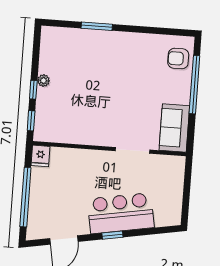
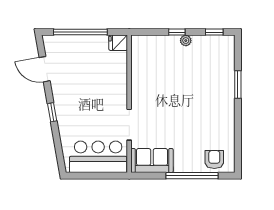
window: (31, 121) -> (214, 32), moved
bar counter: (121, 213) -> (98, 157), moved, turned -80

